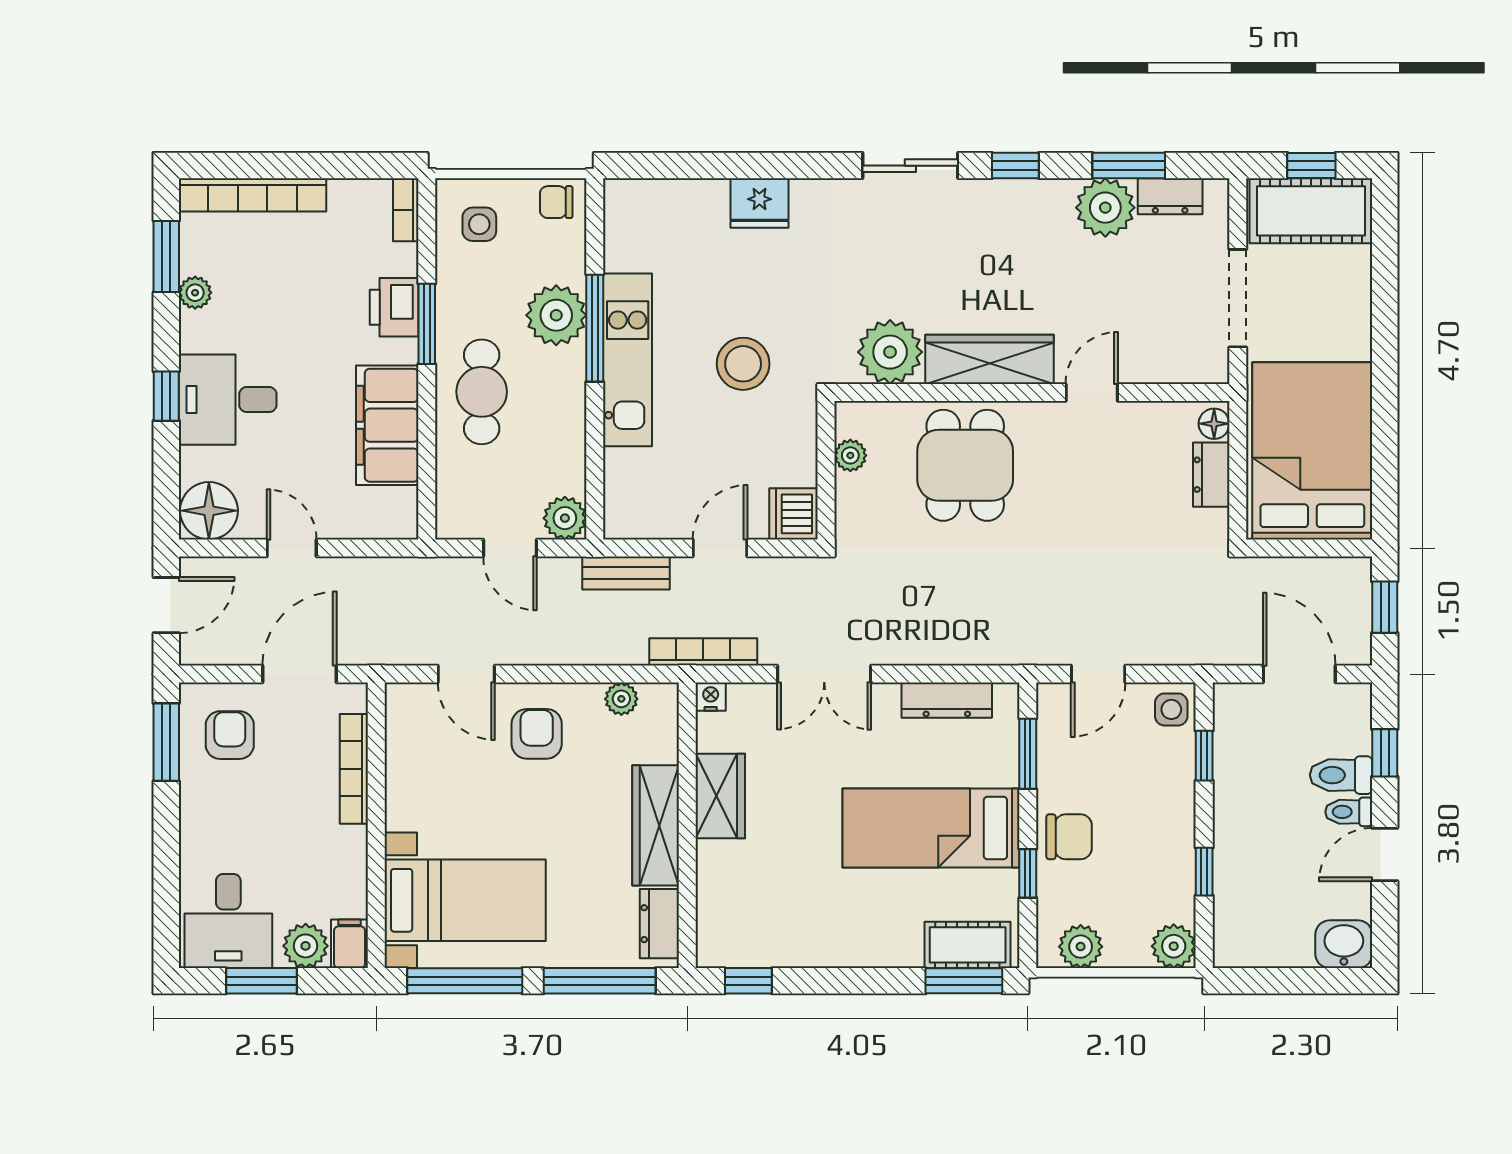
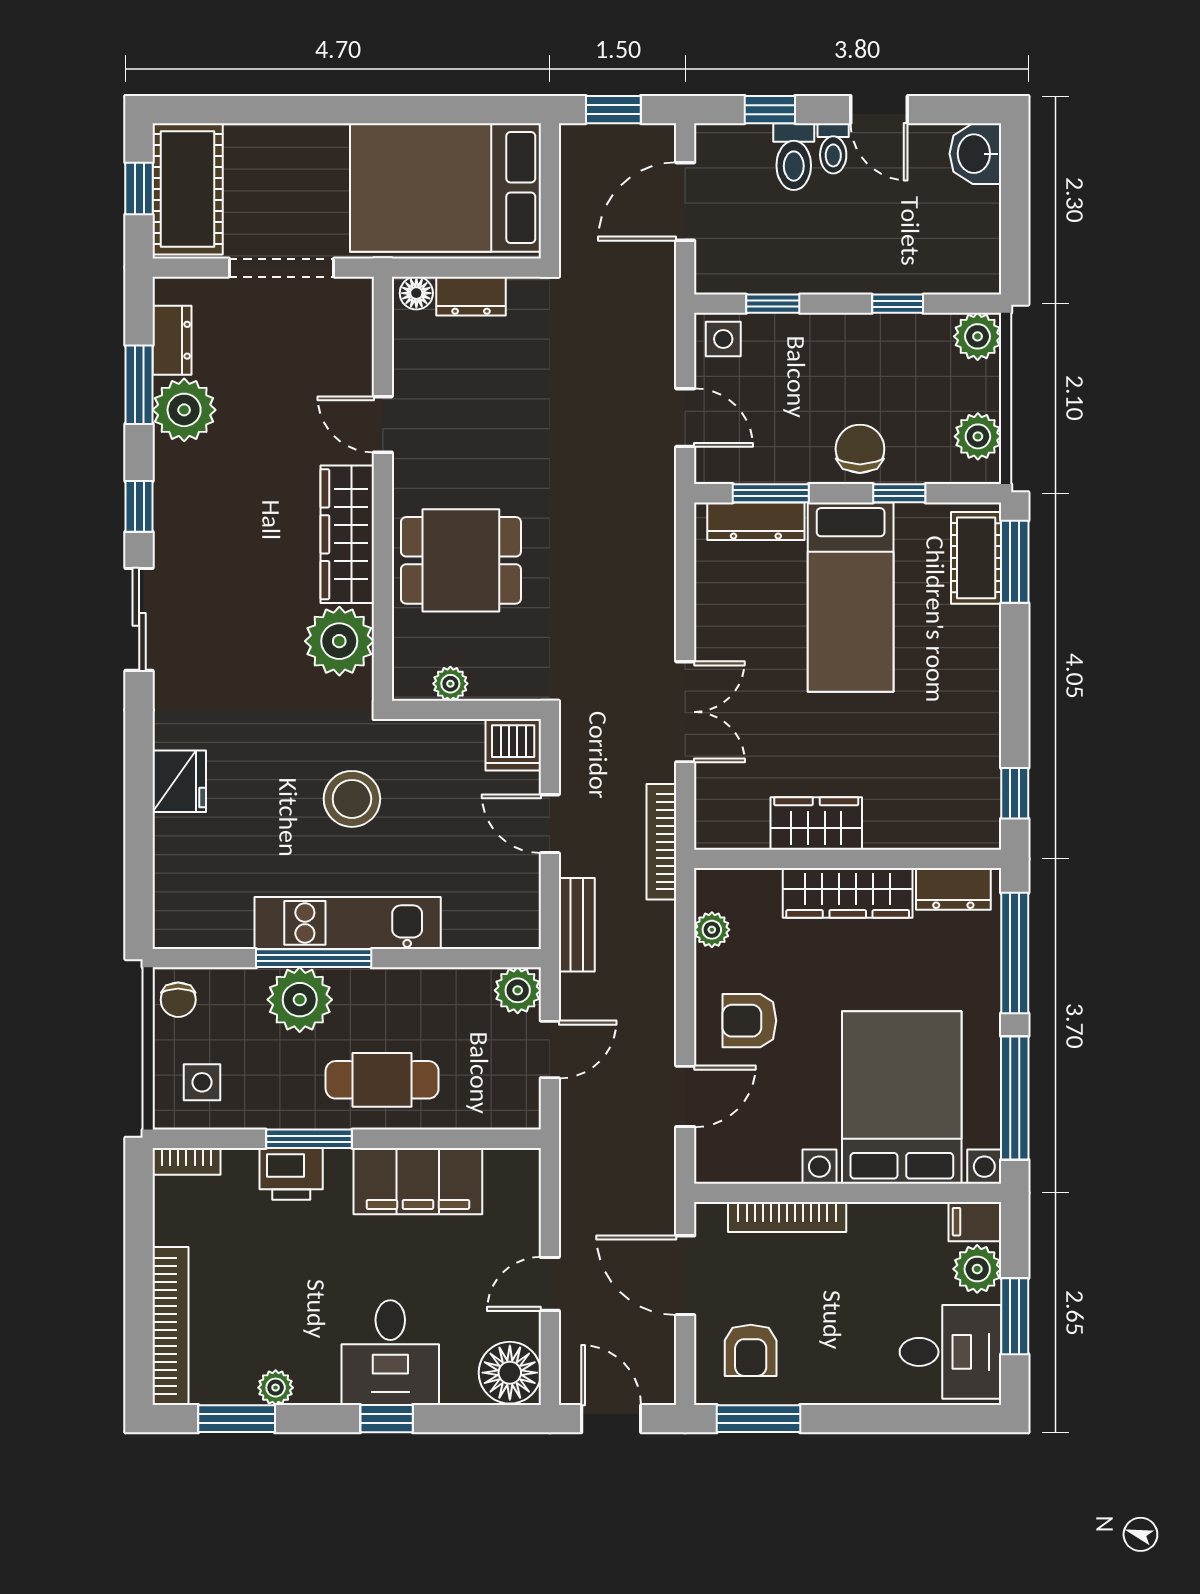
nightstand: (711, 697) -> (709, 834), removed
dresser: (947, 700) -> (756, 521), moved, turned 90
armchair: (230, 735) -> (751, 1350), turned -90
bed with nightstands: (465, 900) -> (902, 1098), width x1.36

